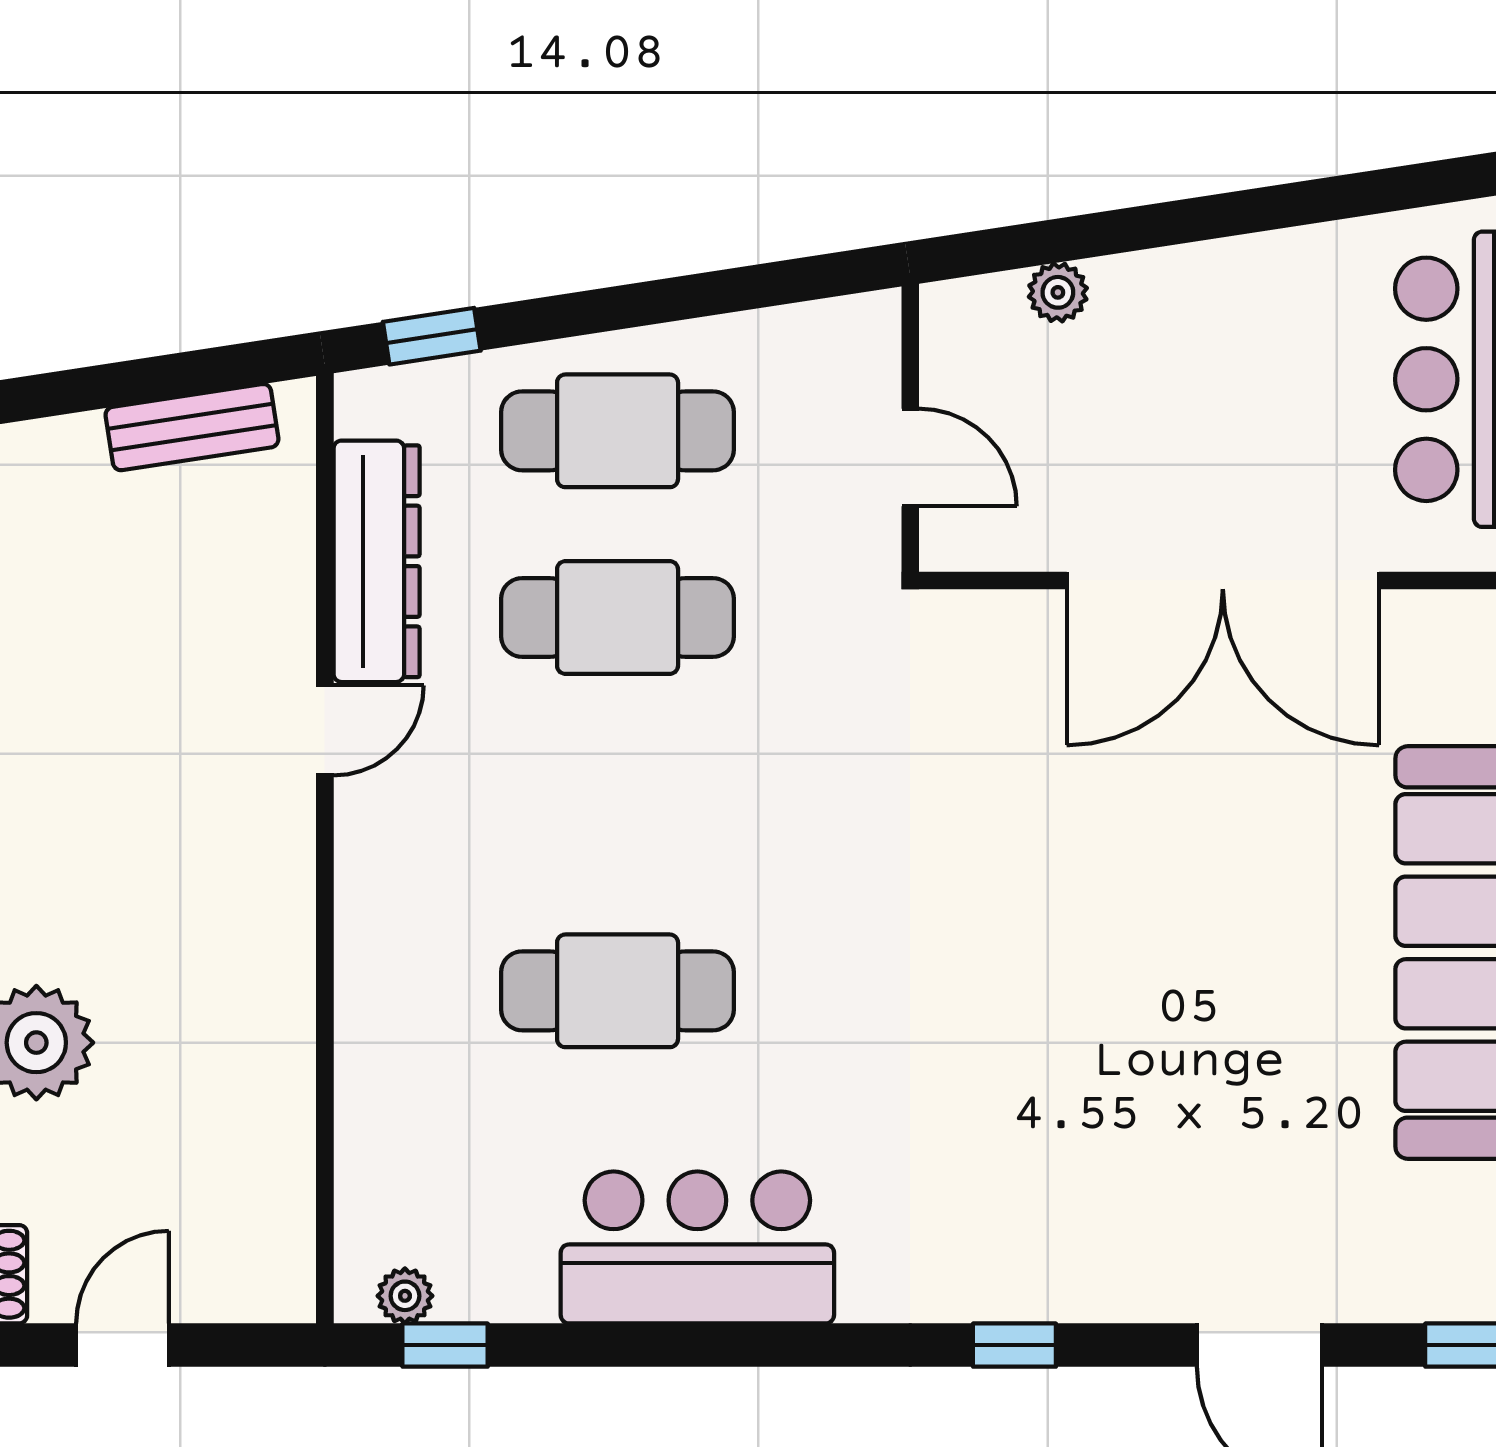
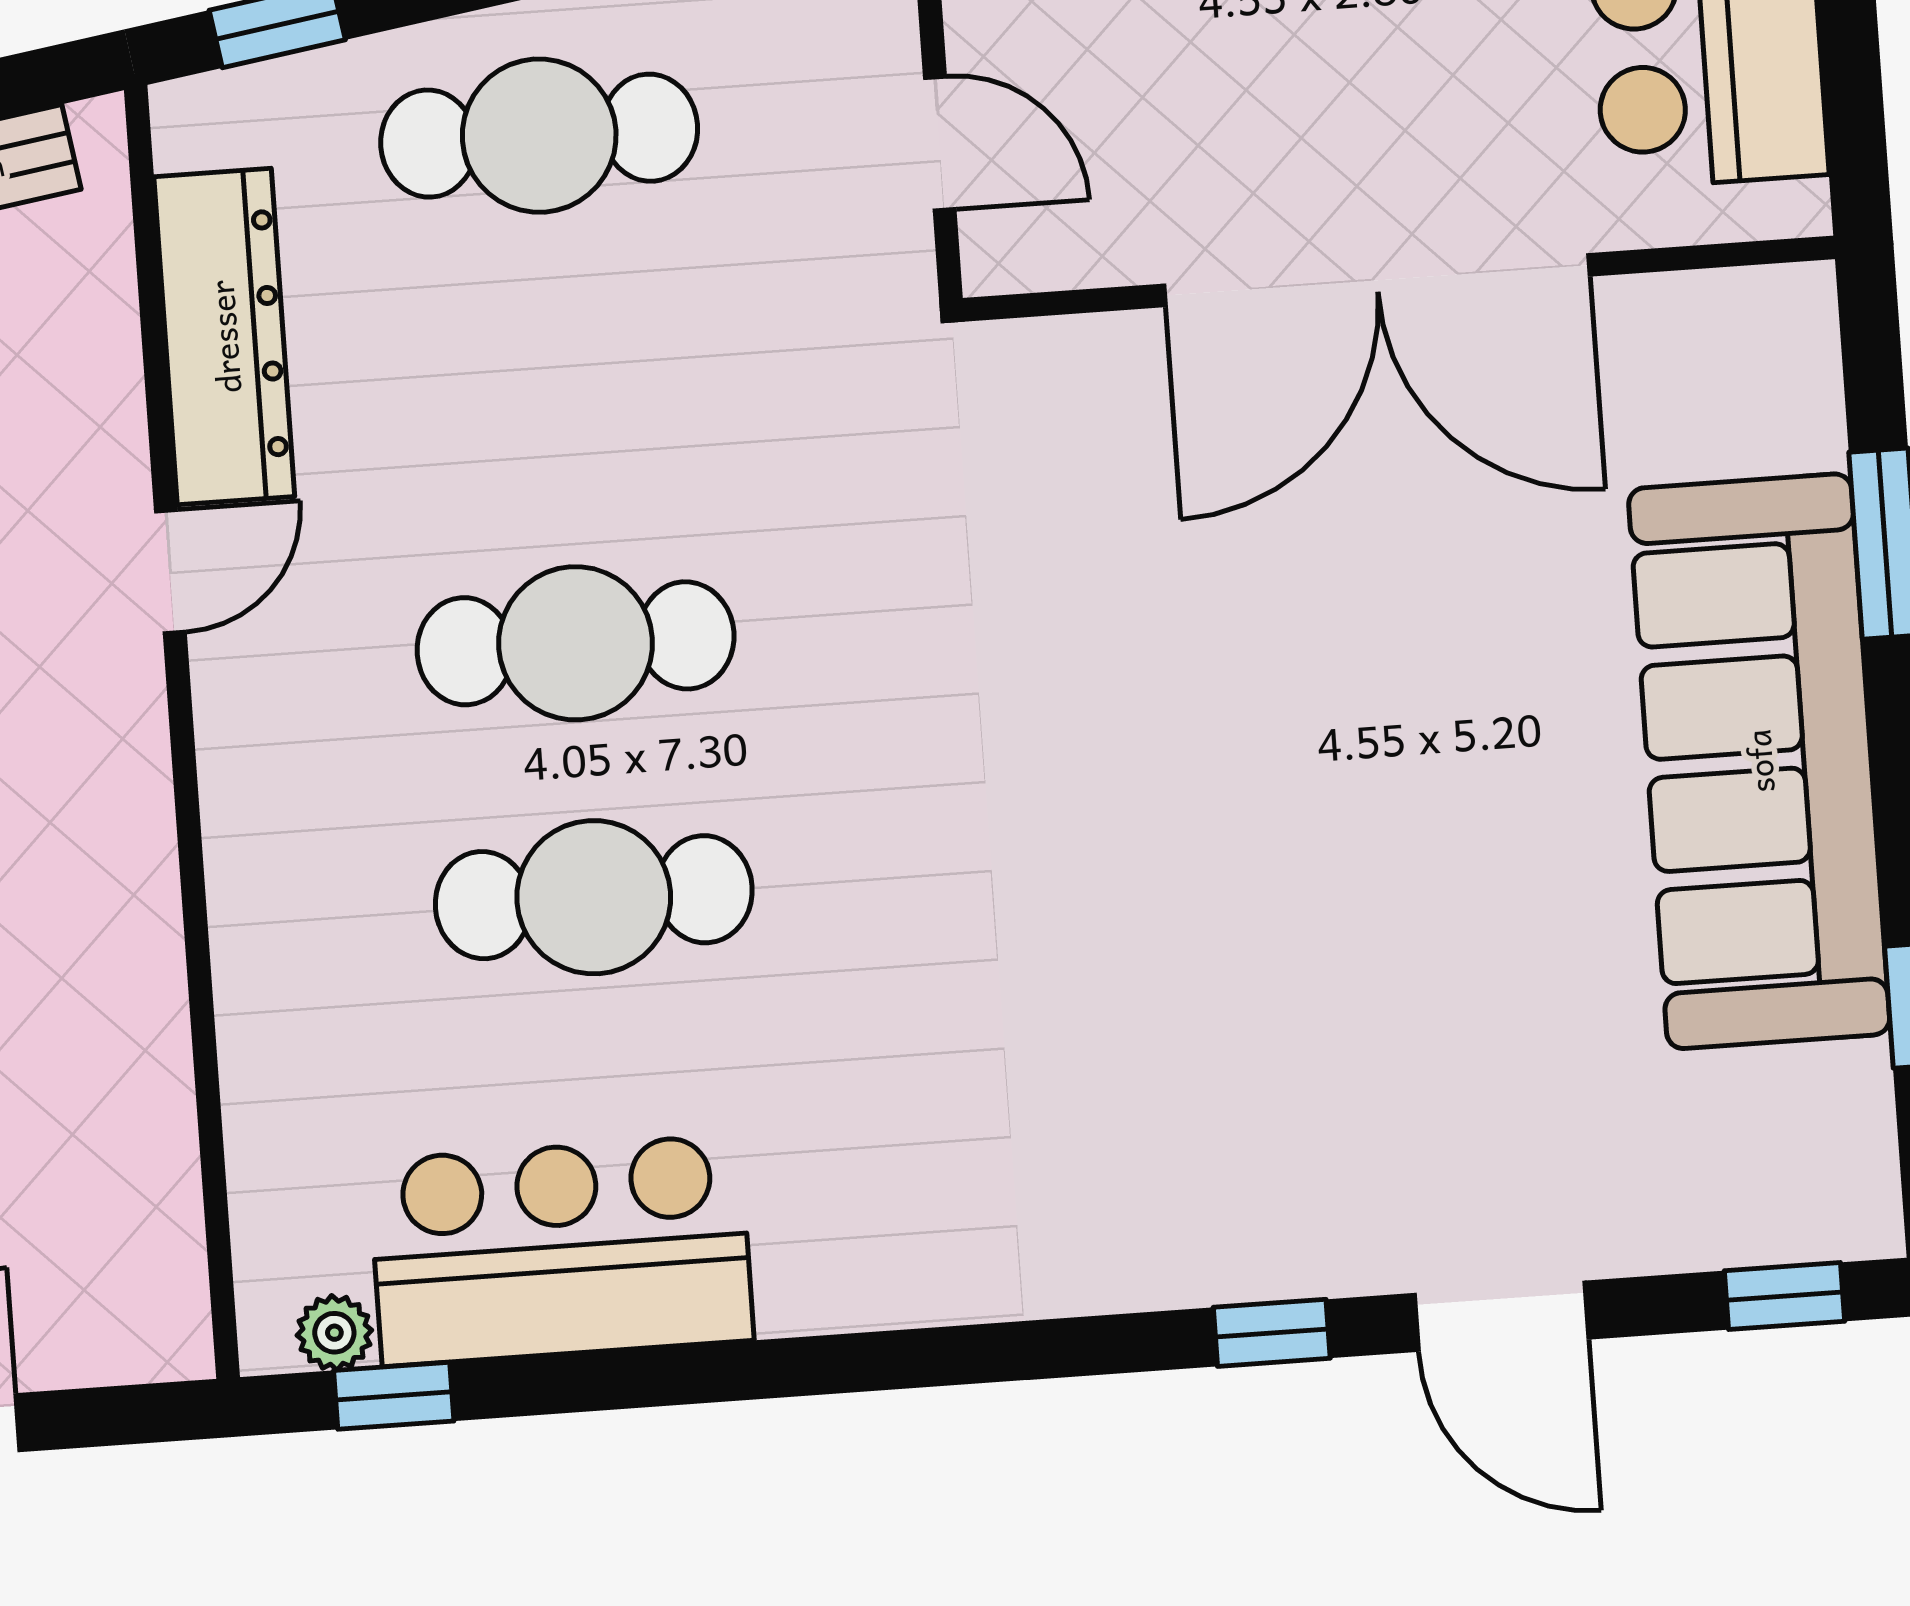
cafe table: (618, 617) -> (576, 643), moved
bar counter: (697, 1247) -> (561, 1250), moved
window: (1014, 1345) -> (1272, 1333), moved

